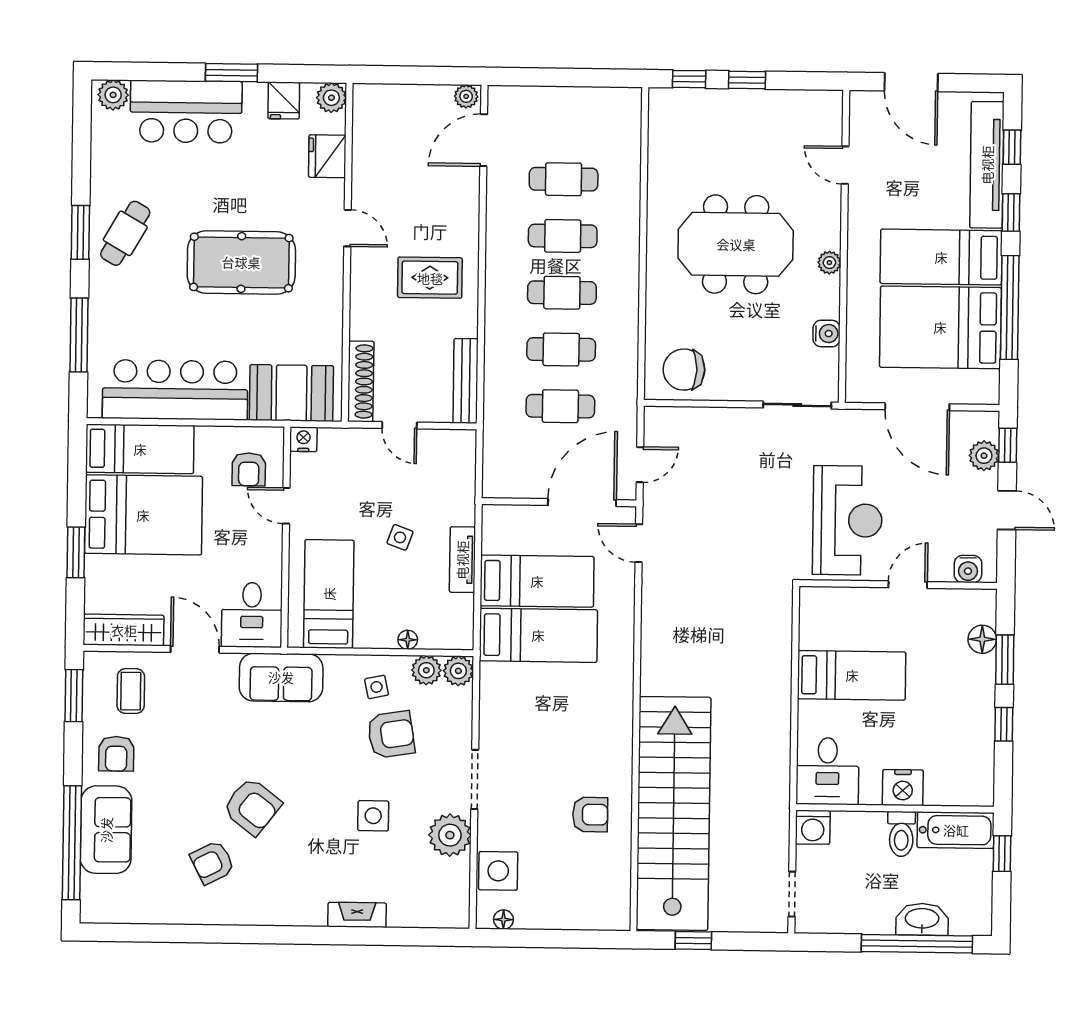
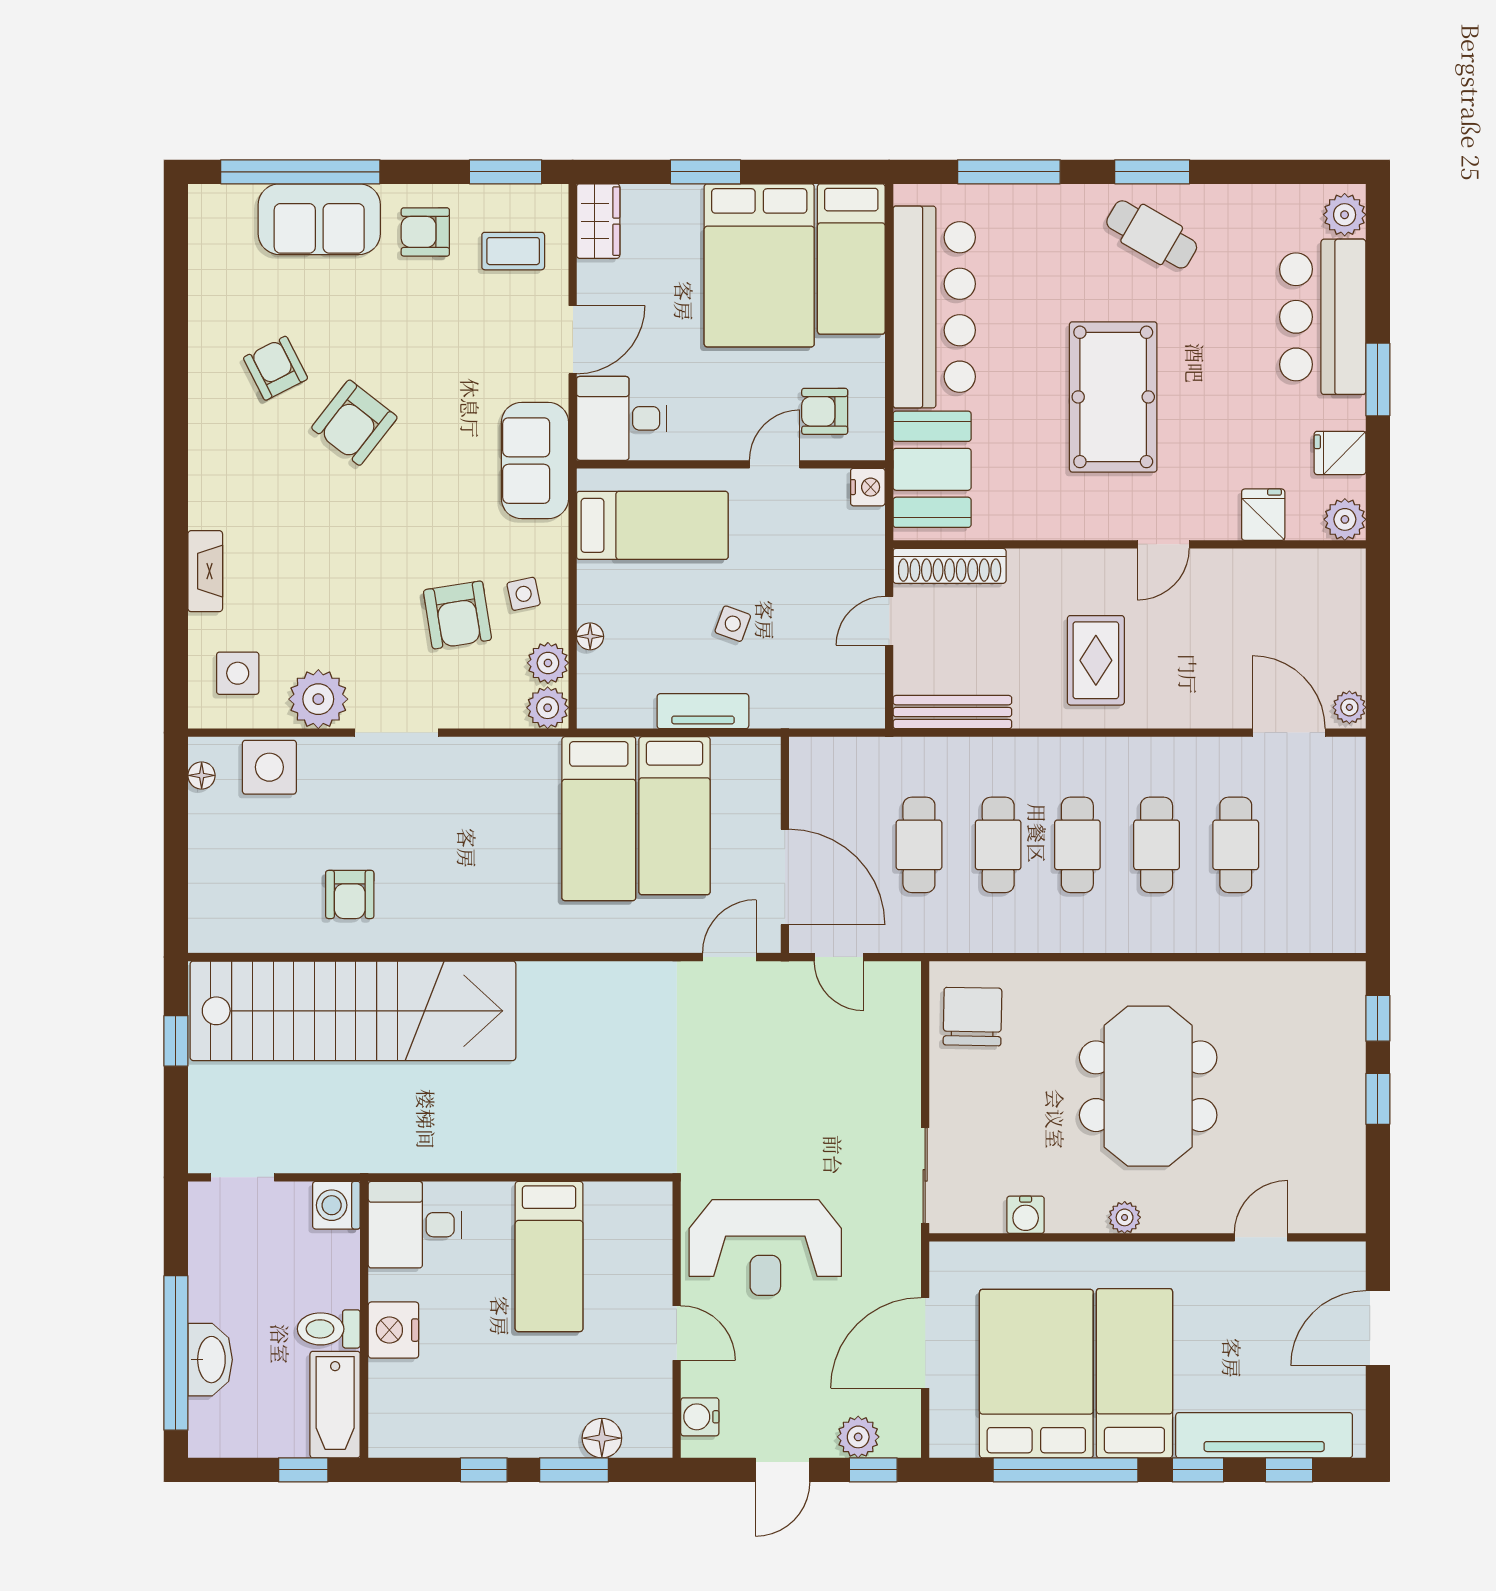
fridge: (327, 156) -> (1263, 515), width x0.72
wardrobe: (124, 630) -> (598, 221), width x0.67
side table: (373, 816) -> (238, 673), moved

